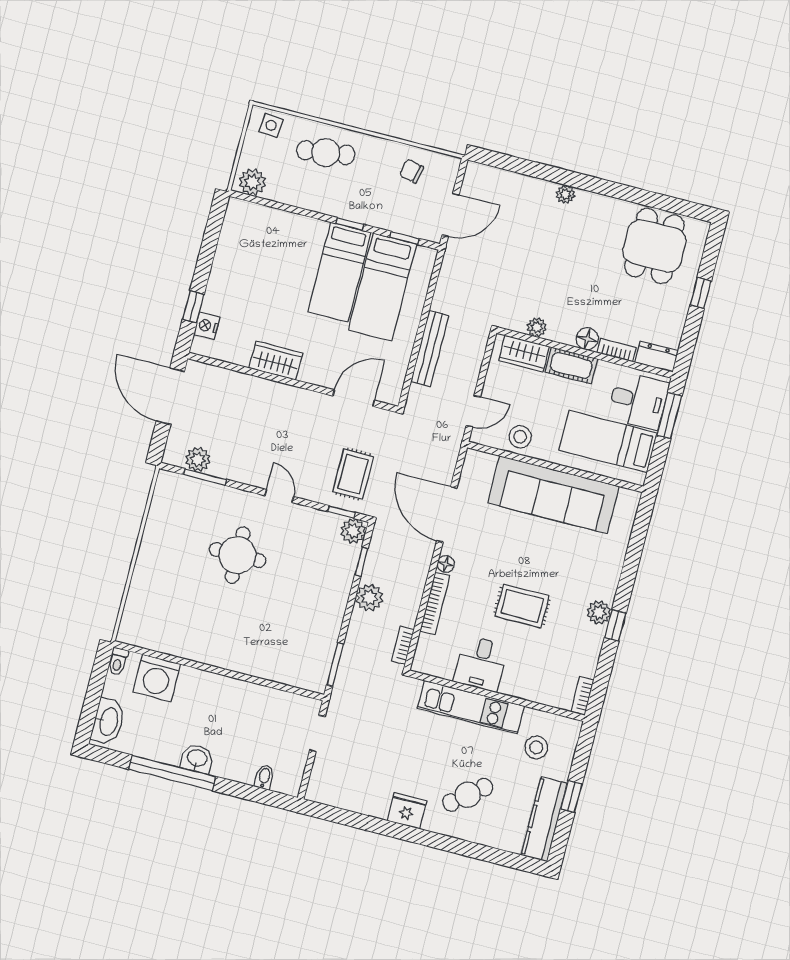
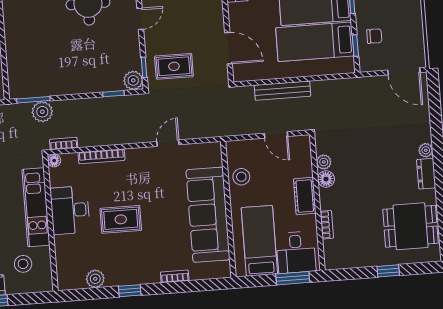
chair: (412, 171) -> (374, 36), moved, turned 78
door: (450, 215) -> (404, 71), moved
floor lamp: (587, 339) -> (326, 179), moved
wardrobe: (524, 354) -> (302, 159), removed
dresser: (657, 357) -> (426, 174), moved, turned 180
door: (473, 411) -> (276, 135), moved
door: (447, 514) -> (168, 143), width x0.53
floor lamp: (446, 564) -> (54, 161), moved
plant: (369, 598) -> (42, 112), moved
rug: (522, 606) -> (121, 219), turned 90
plant: (599, 612) -> (95, 279), moved
desk: (481, 663) -> (70, 210), width x1.37
bookcase: (582, 696) -> (175, 276), moved

